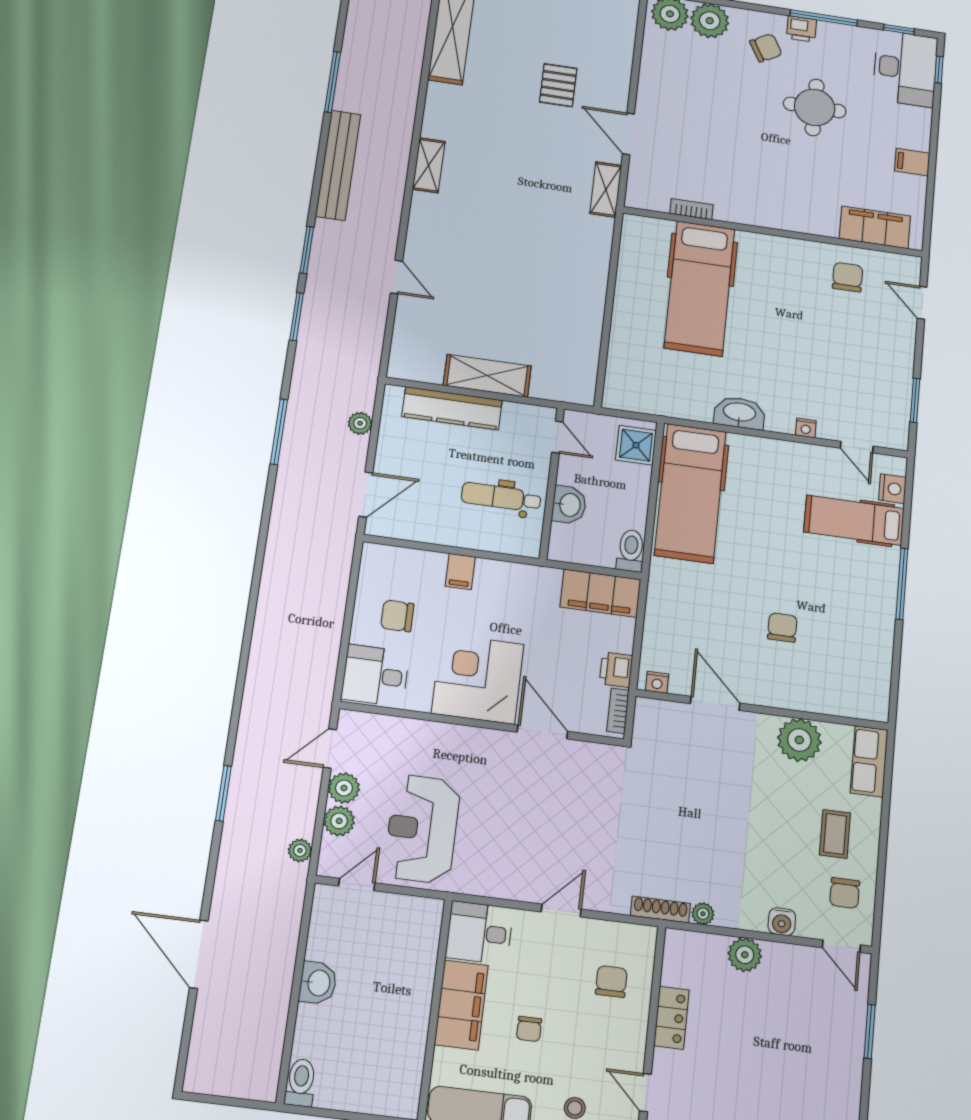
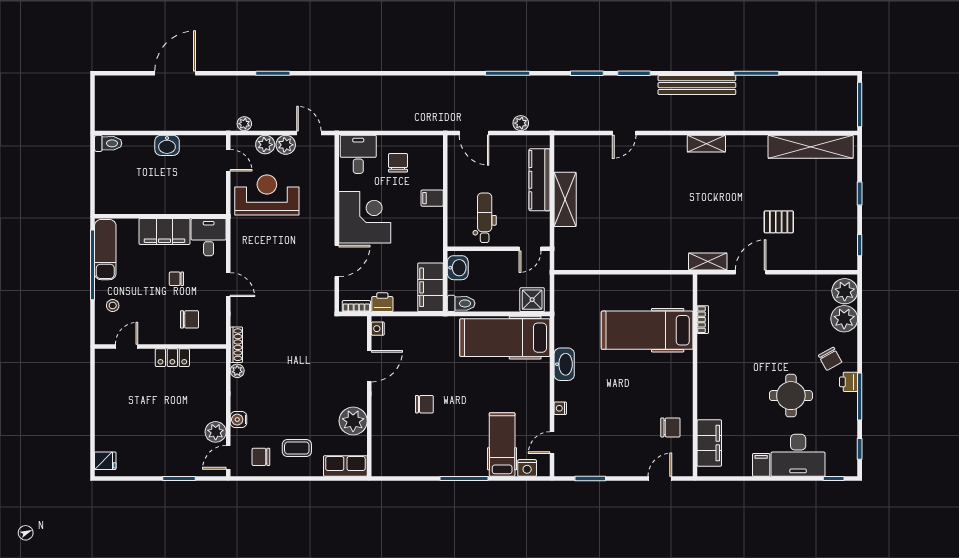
desk: (905, 68) -> (798, 455), moved
washbasin: (569, 505) -> (458, 268), moved, turned -90
plant: (745, 955) -> (216, 432), moved
chair: (529, 1029) -> (176, 279), moved

